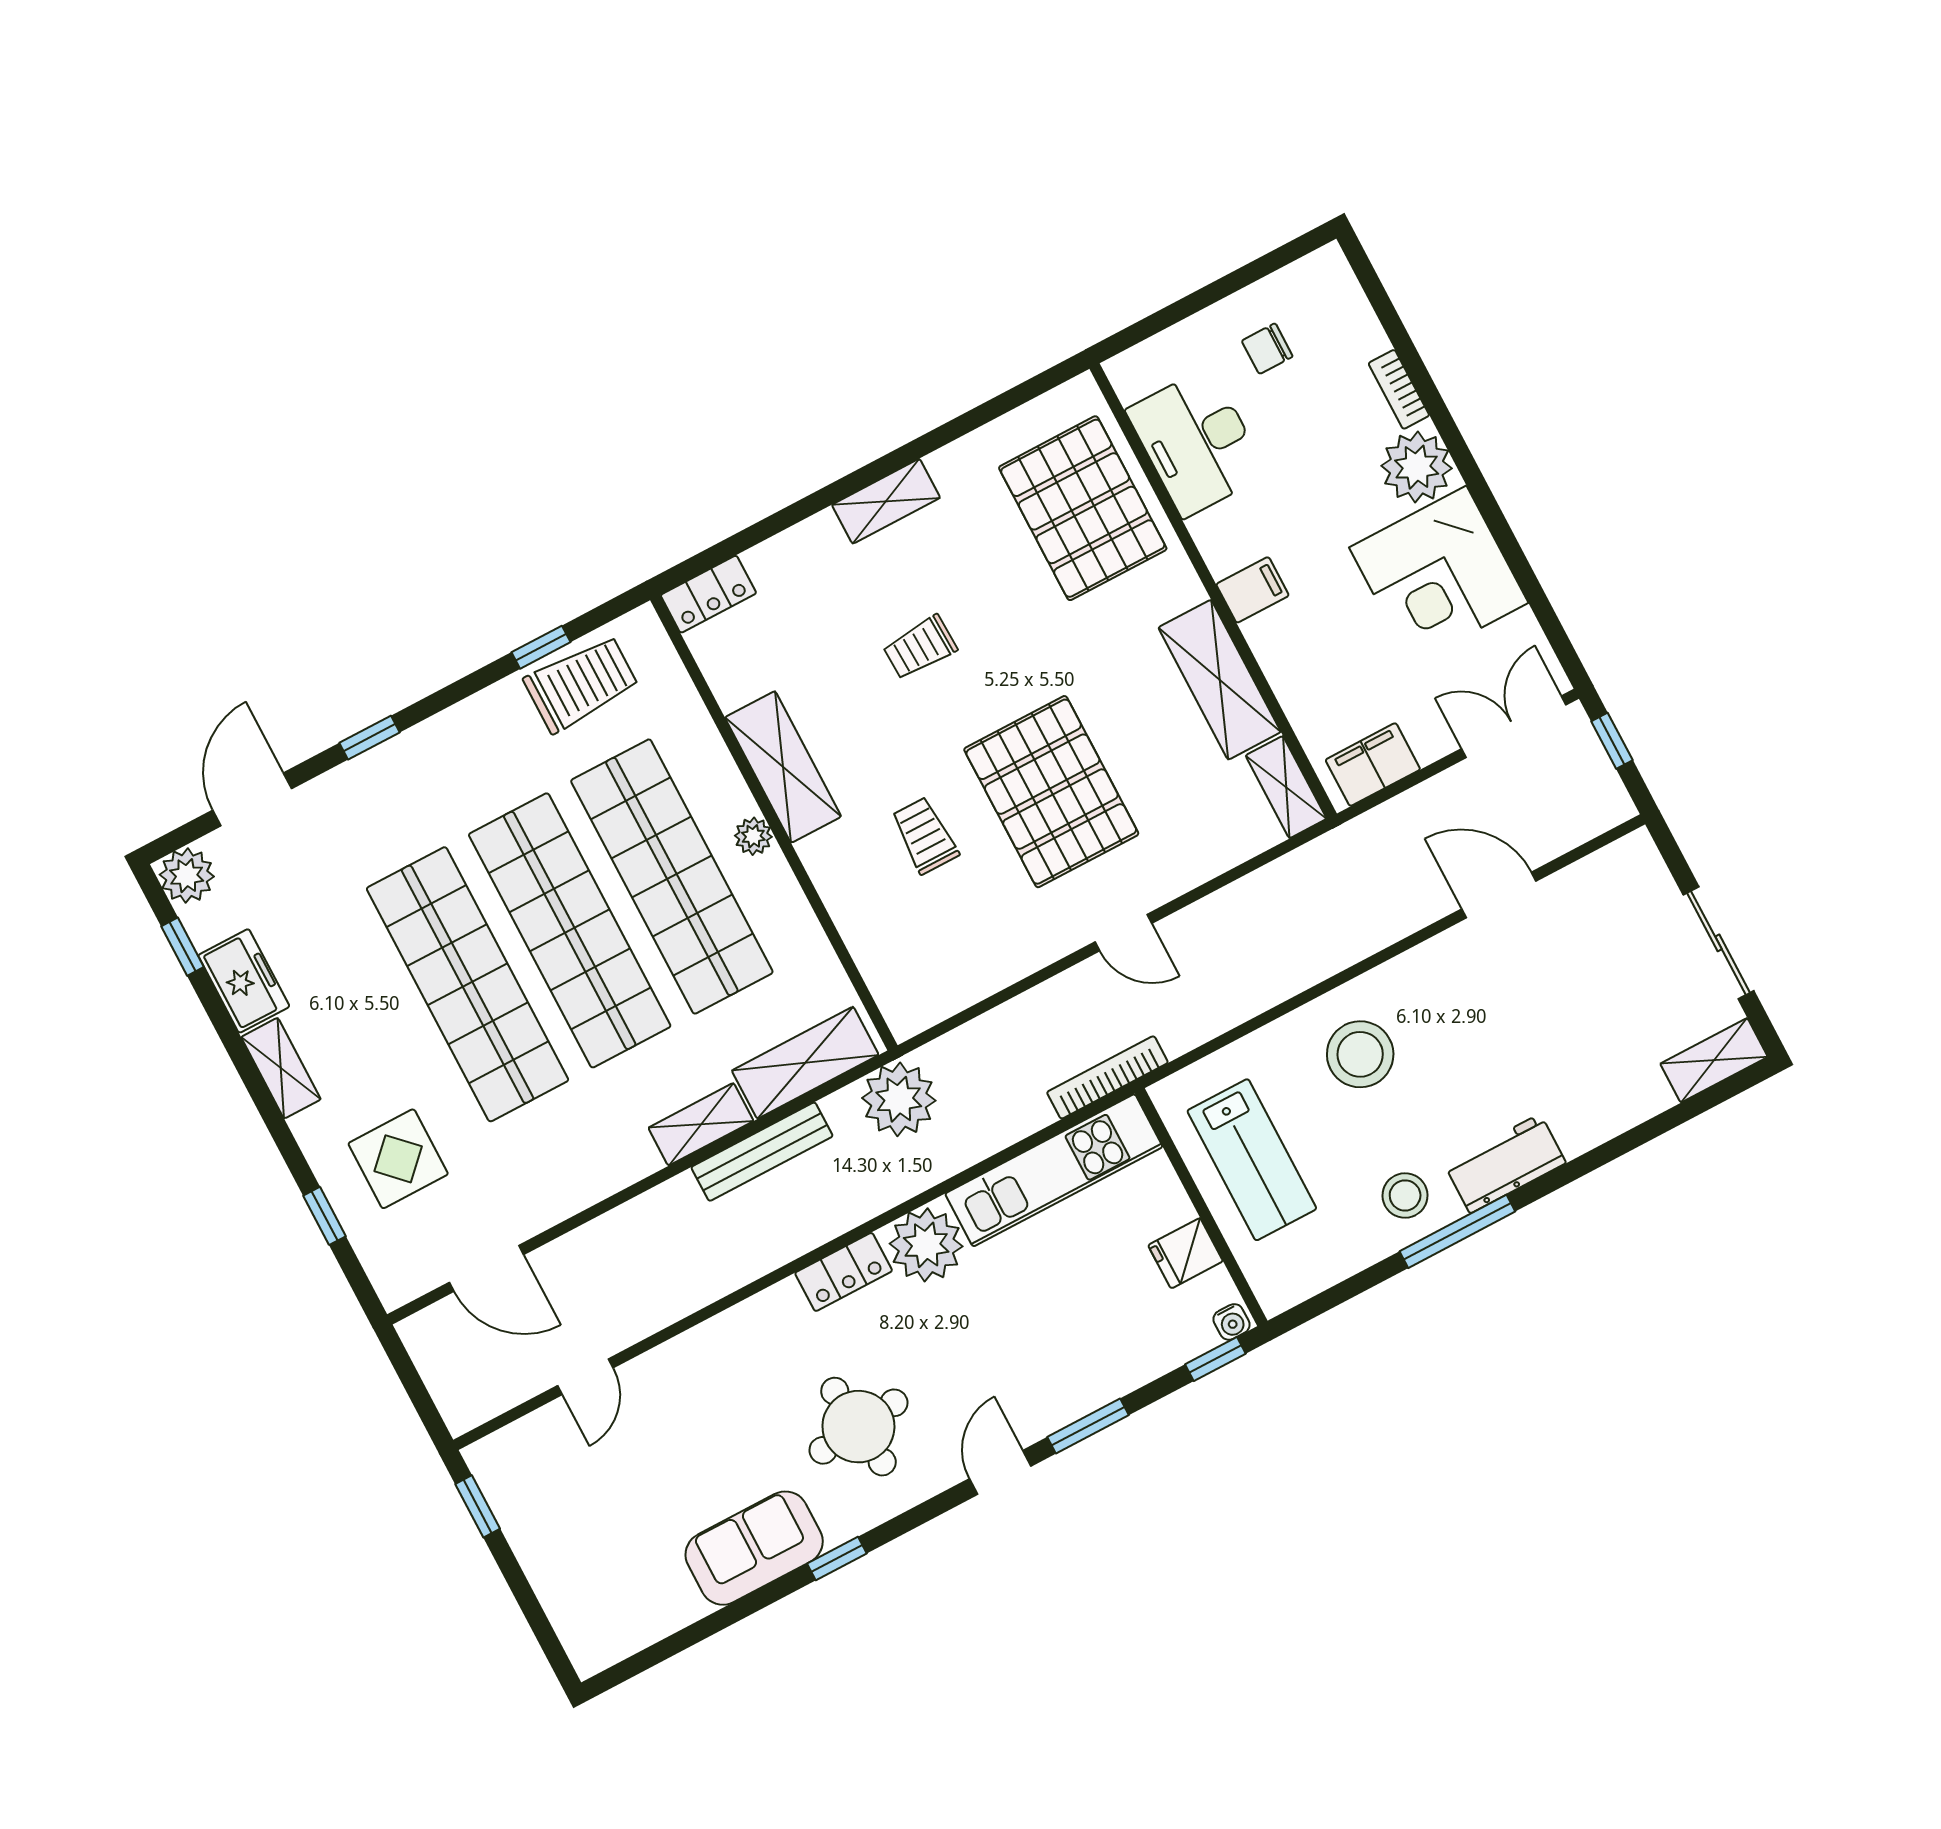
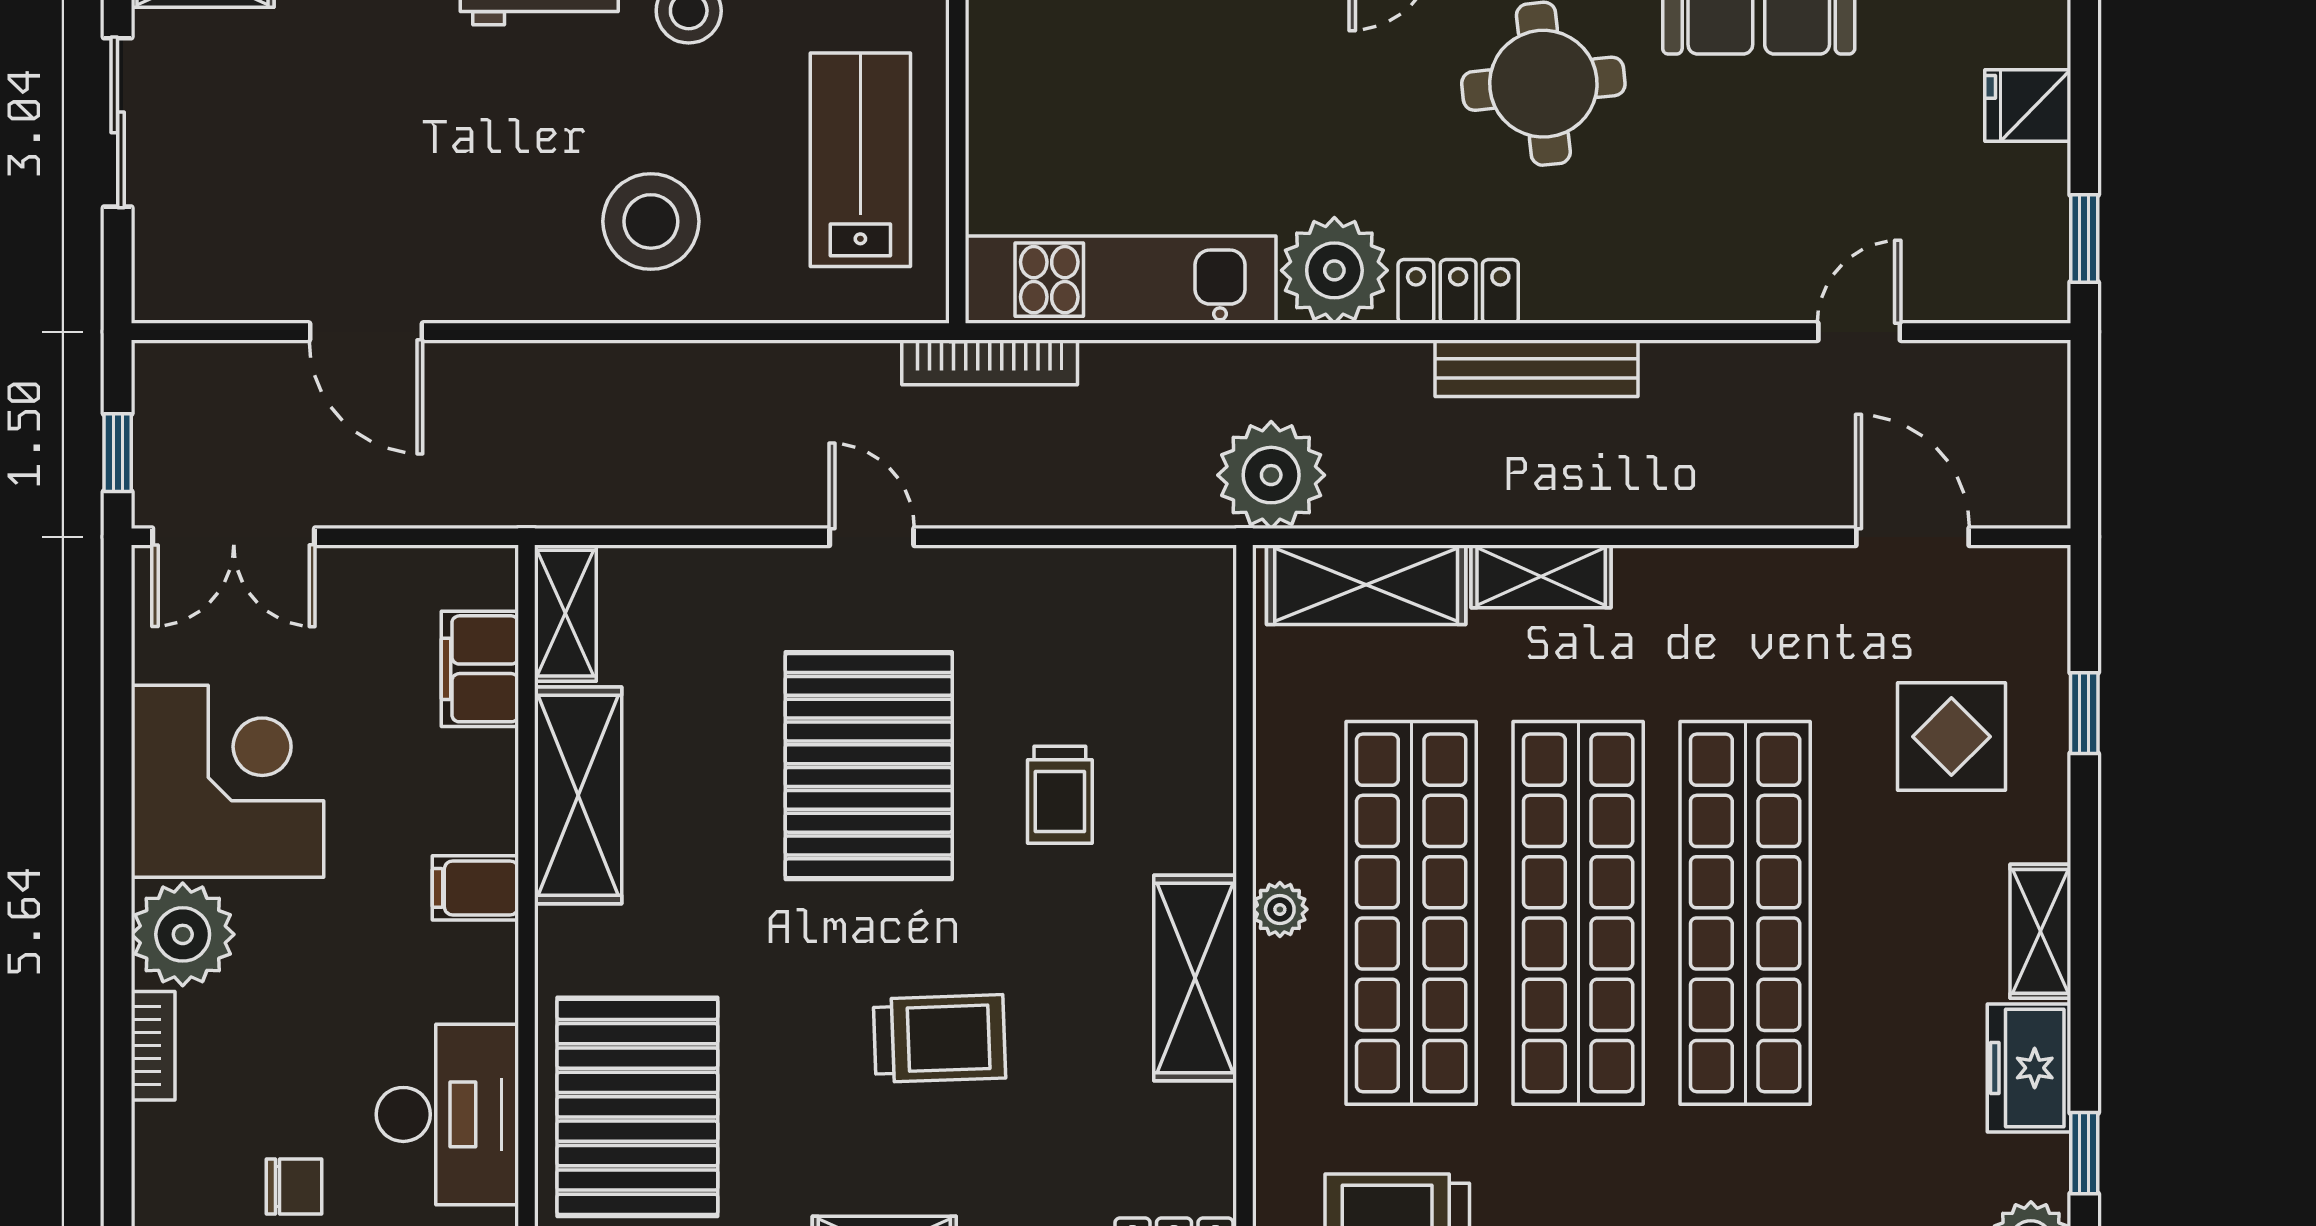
trolley: (920, 647) -> (939, 1038), width x1.36, depth x1.39
filing cabinet: (1373, 765) -> (480, 669), moved, turned 90
bench: (762, 1152) -> (1536, 368), moved
fridge: (1186, 1253) -> (2028, 106), moved, turned 180

